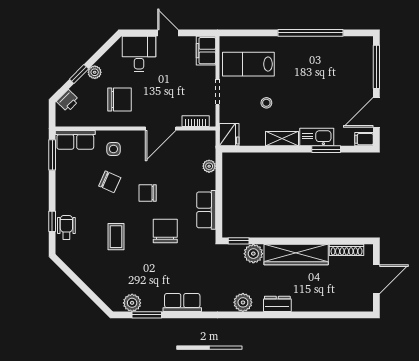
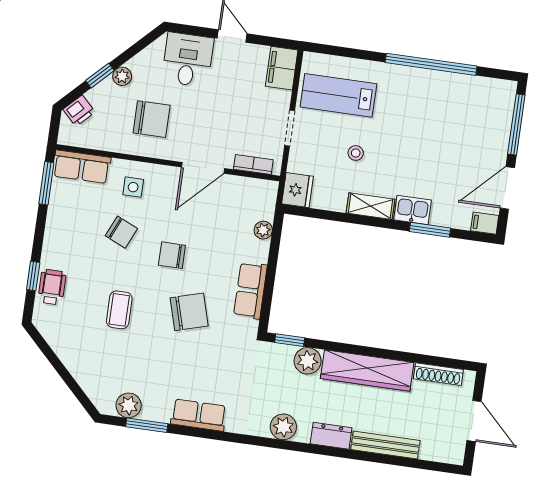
kitchen sink: (317, 137) -> (413, 210), width x0.73
chair: (165, 231) -> (189, 312), turned 74
door: (376, 279) -> (474, 421), hinge flipped
bench: (316, 305) -> (385, 445), added

